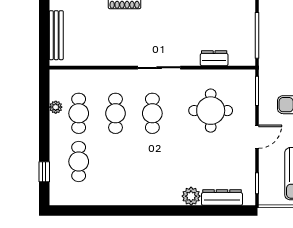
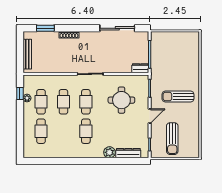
dresser: (214, 58) -> (140, 68), moved
cafe table: (152, 162) -> (86, 131), added
window: (44, 172) -> (20, 94), moved

